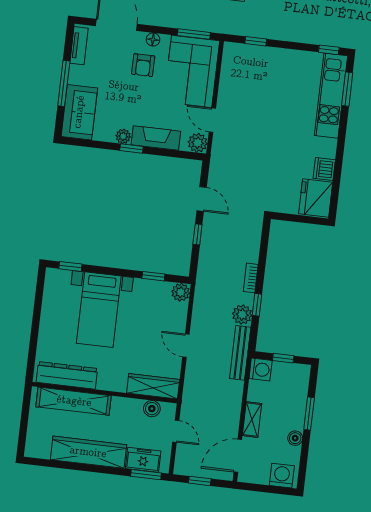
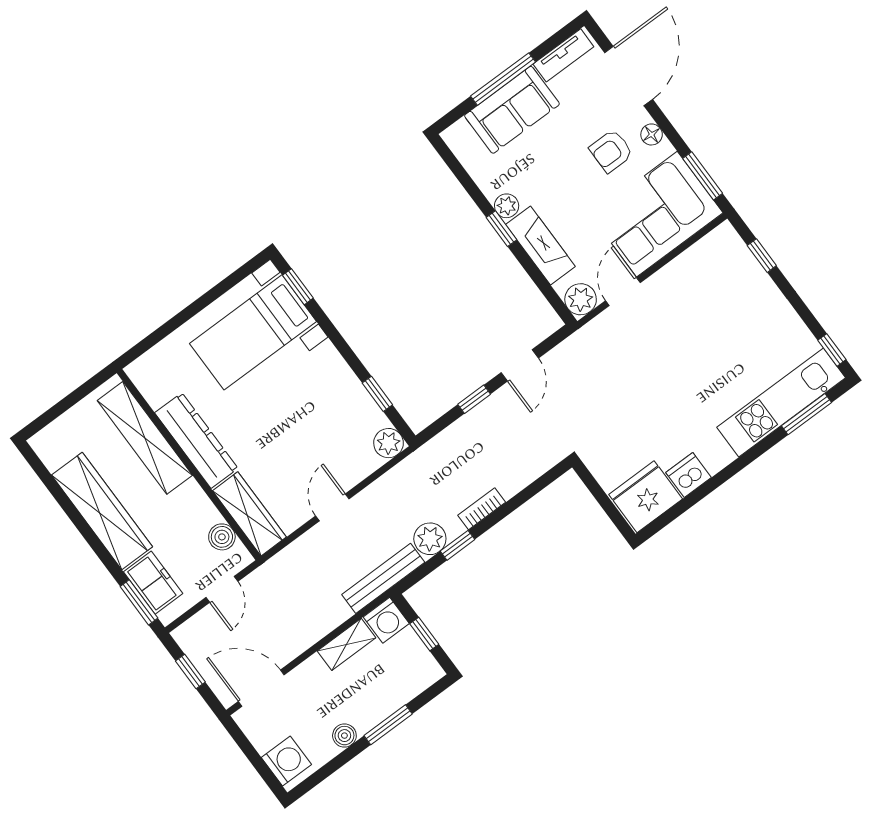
sofa: (79, 112) -> (512, 110), moved
bed with nightstands: (99, 310) -> (253, 332), moved
dresser: (67, 375) -> (196, 441), moved
shelving: (252, 420) -> (347, 644), moved

